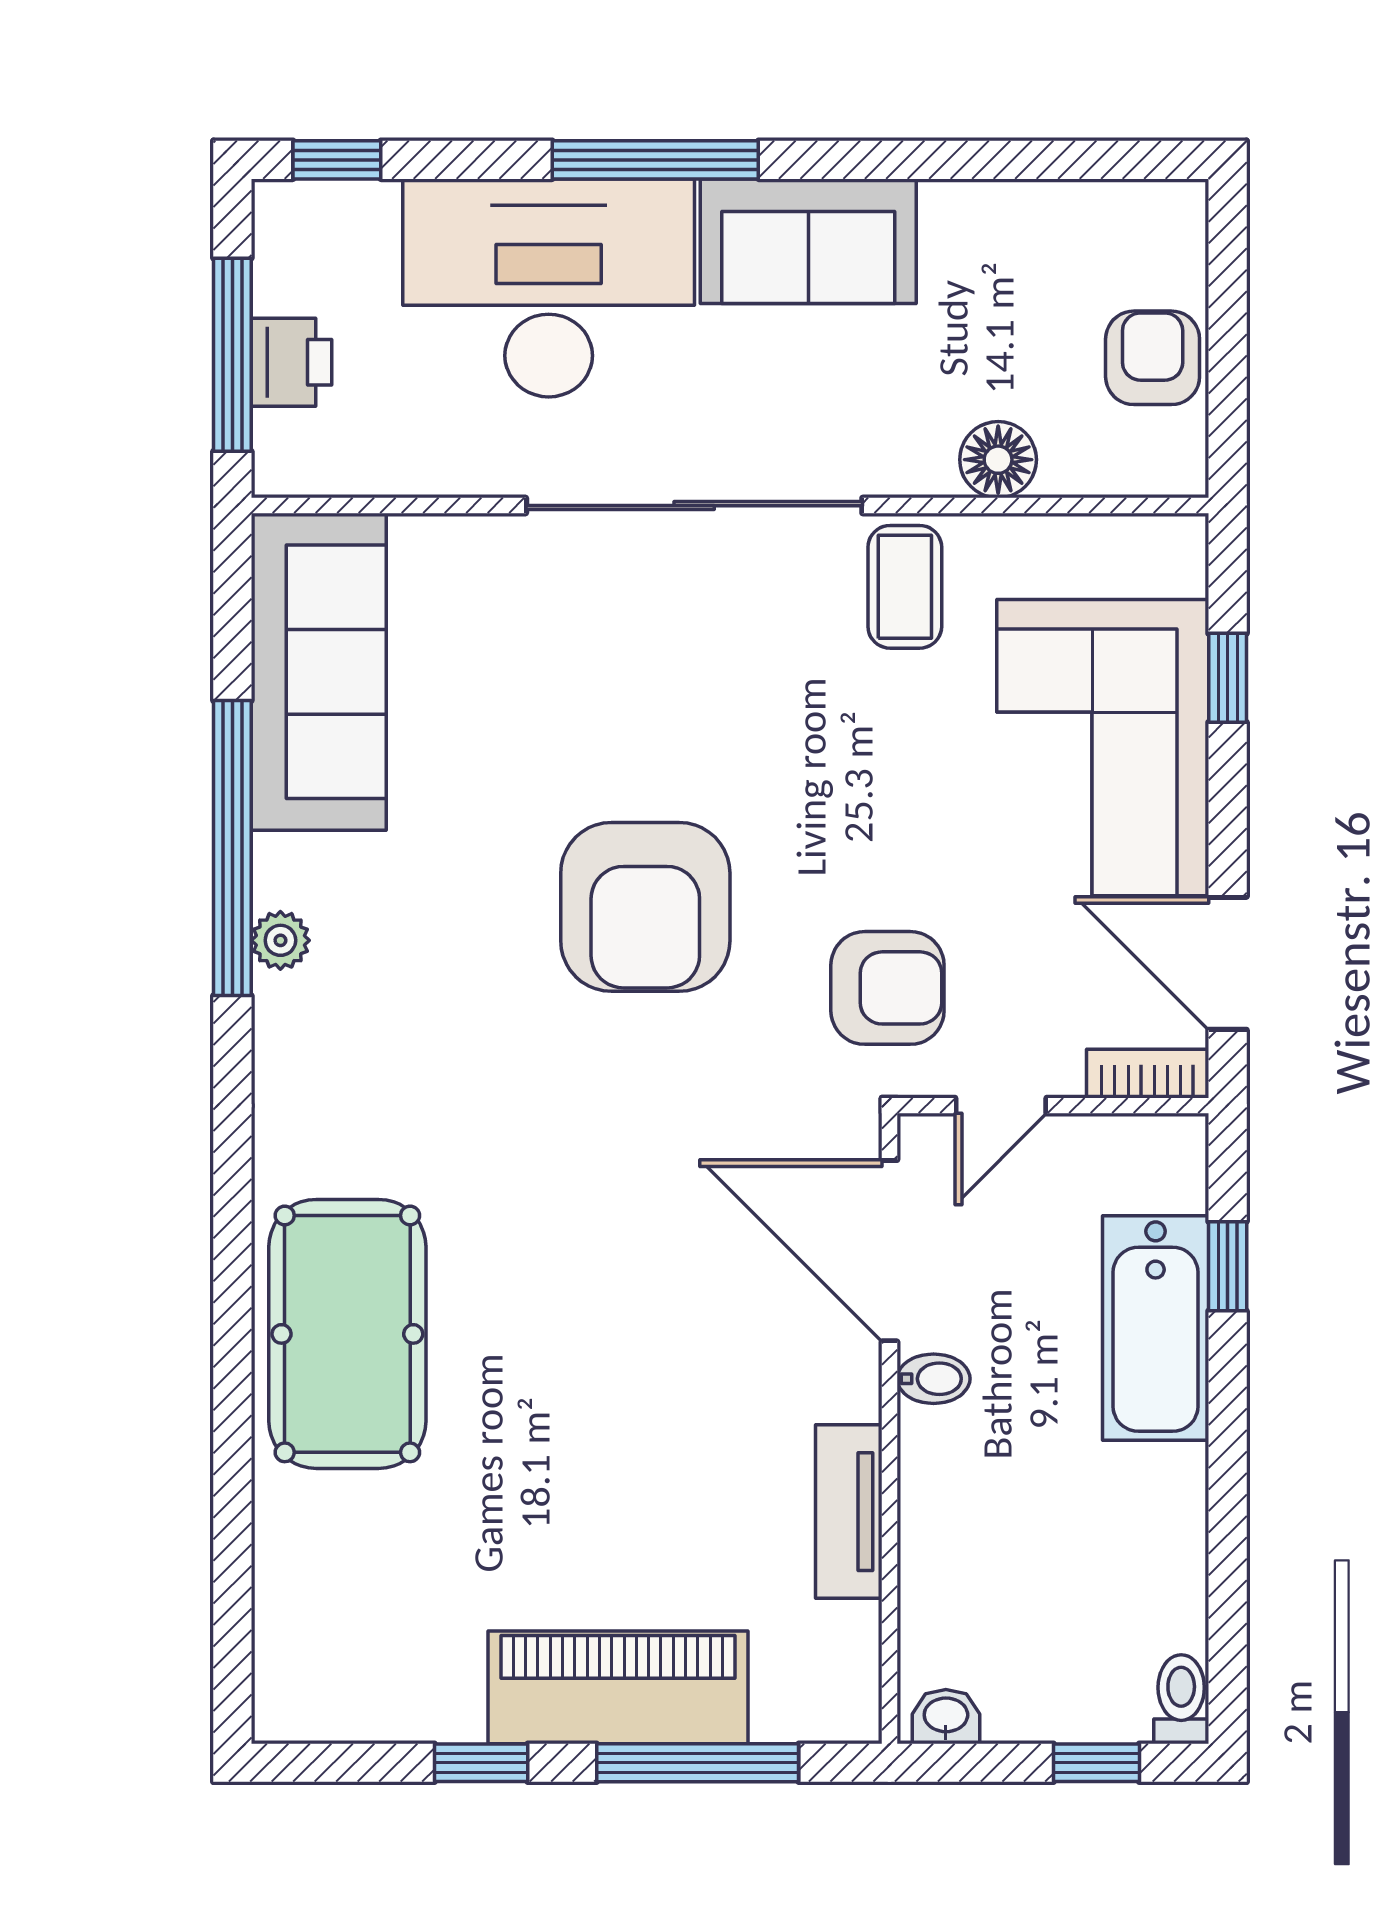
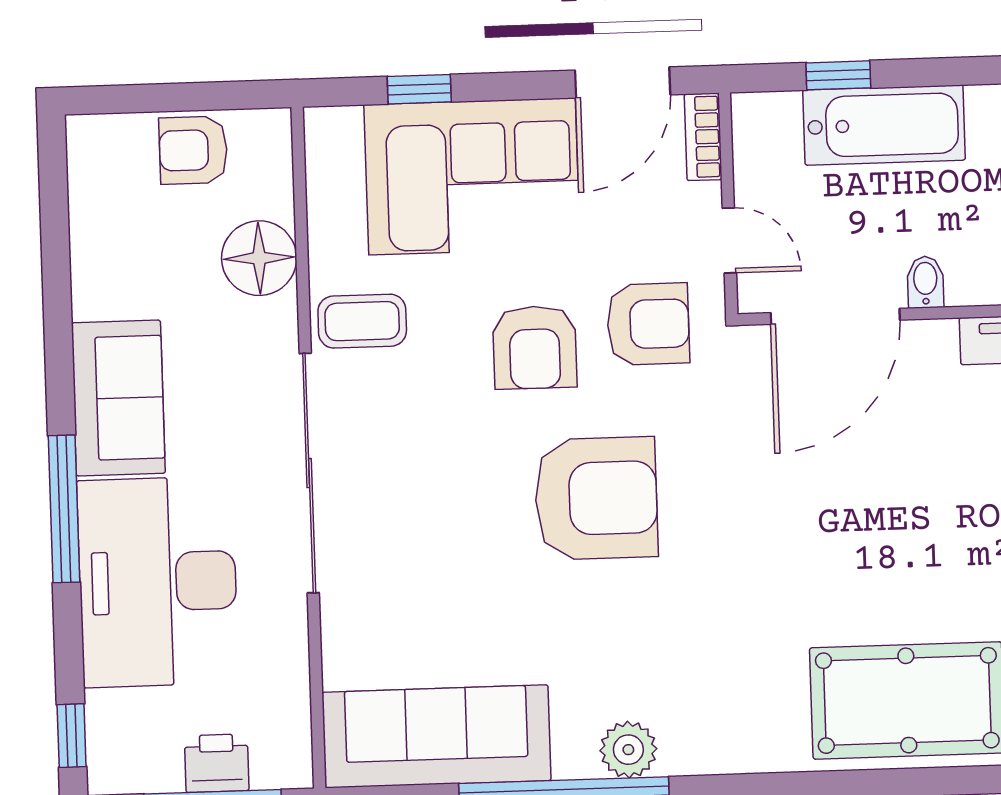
floor lamp: (998, 460) -> (259, 258), width x1.38, depth x1.38
armchair: (860, 828) -> (535, 347), added
plant: (280, 940) -> (628, 750), width x1.38, depth x1.38
armchair: (887, 988) -> (648, 324), turned 90

